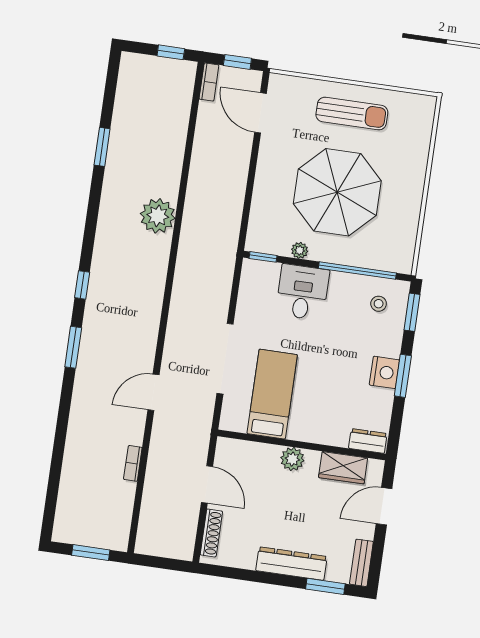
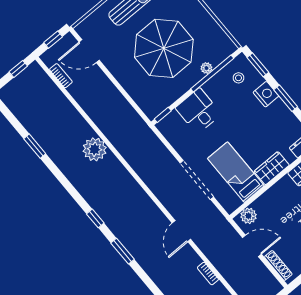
bookcase: (209, 82) -> (61, 76), moved
plant: (300, 250) -> (206, 68), moved
nightstand: (384, 372) -> (266, 94), moved
wardrobe: (312, 430) -> (272, 168), added
plant: (292, 459) -> (248, 216), moved

